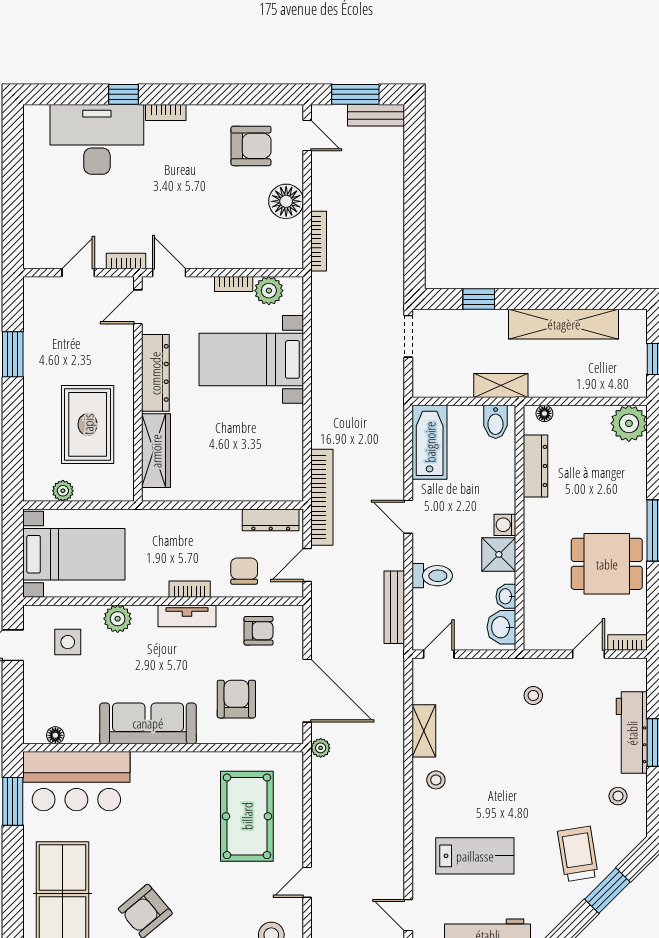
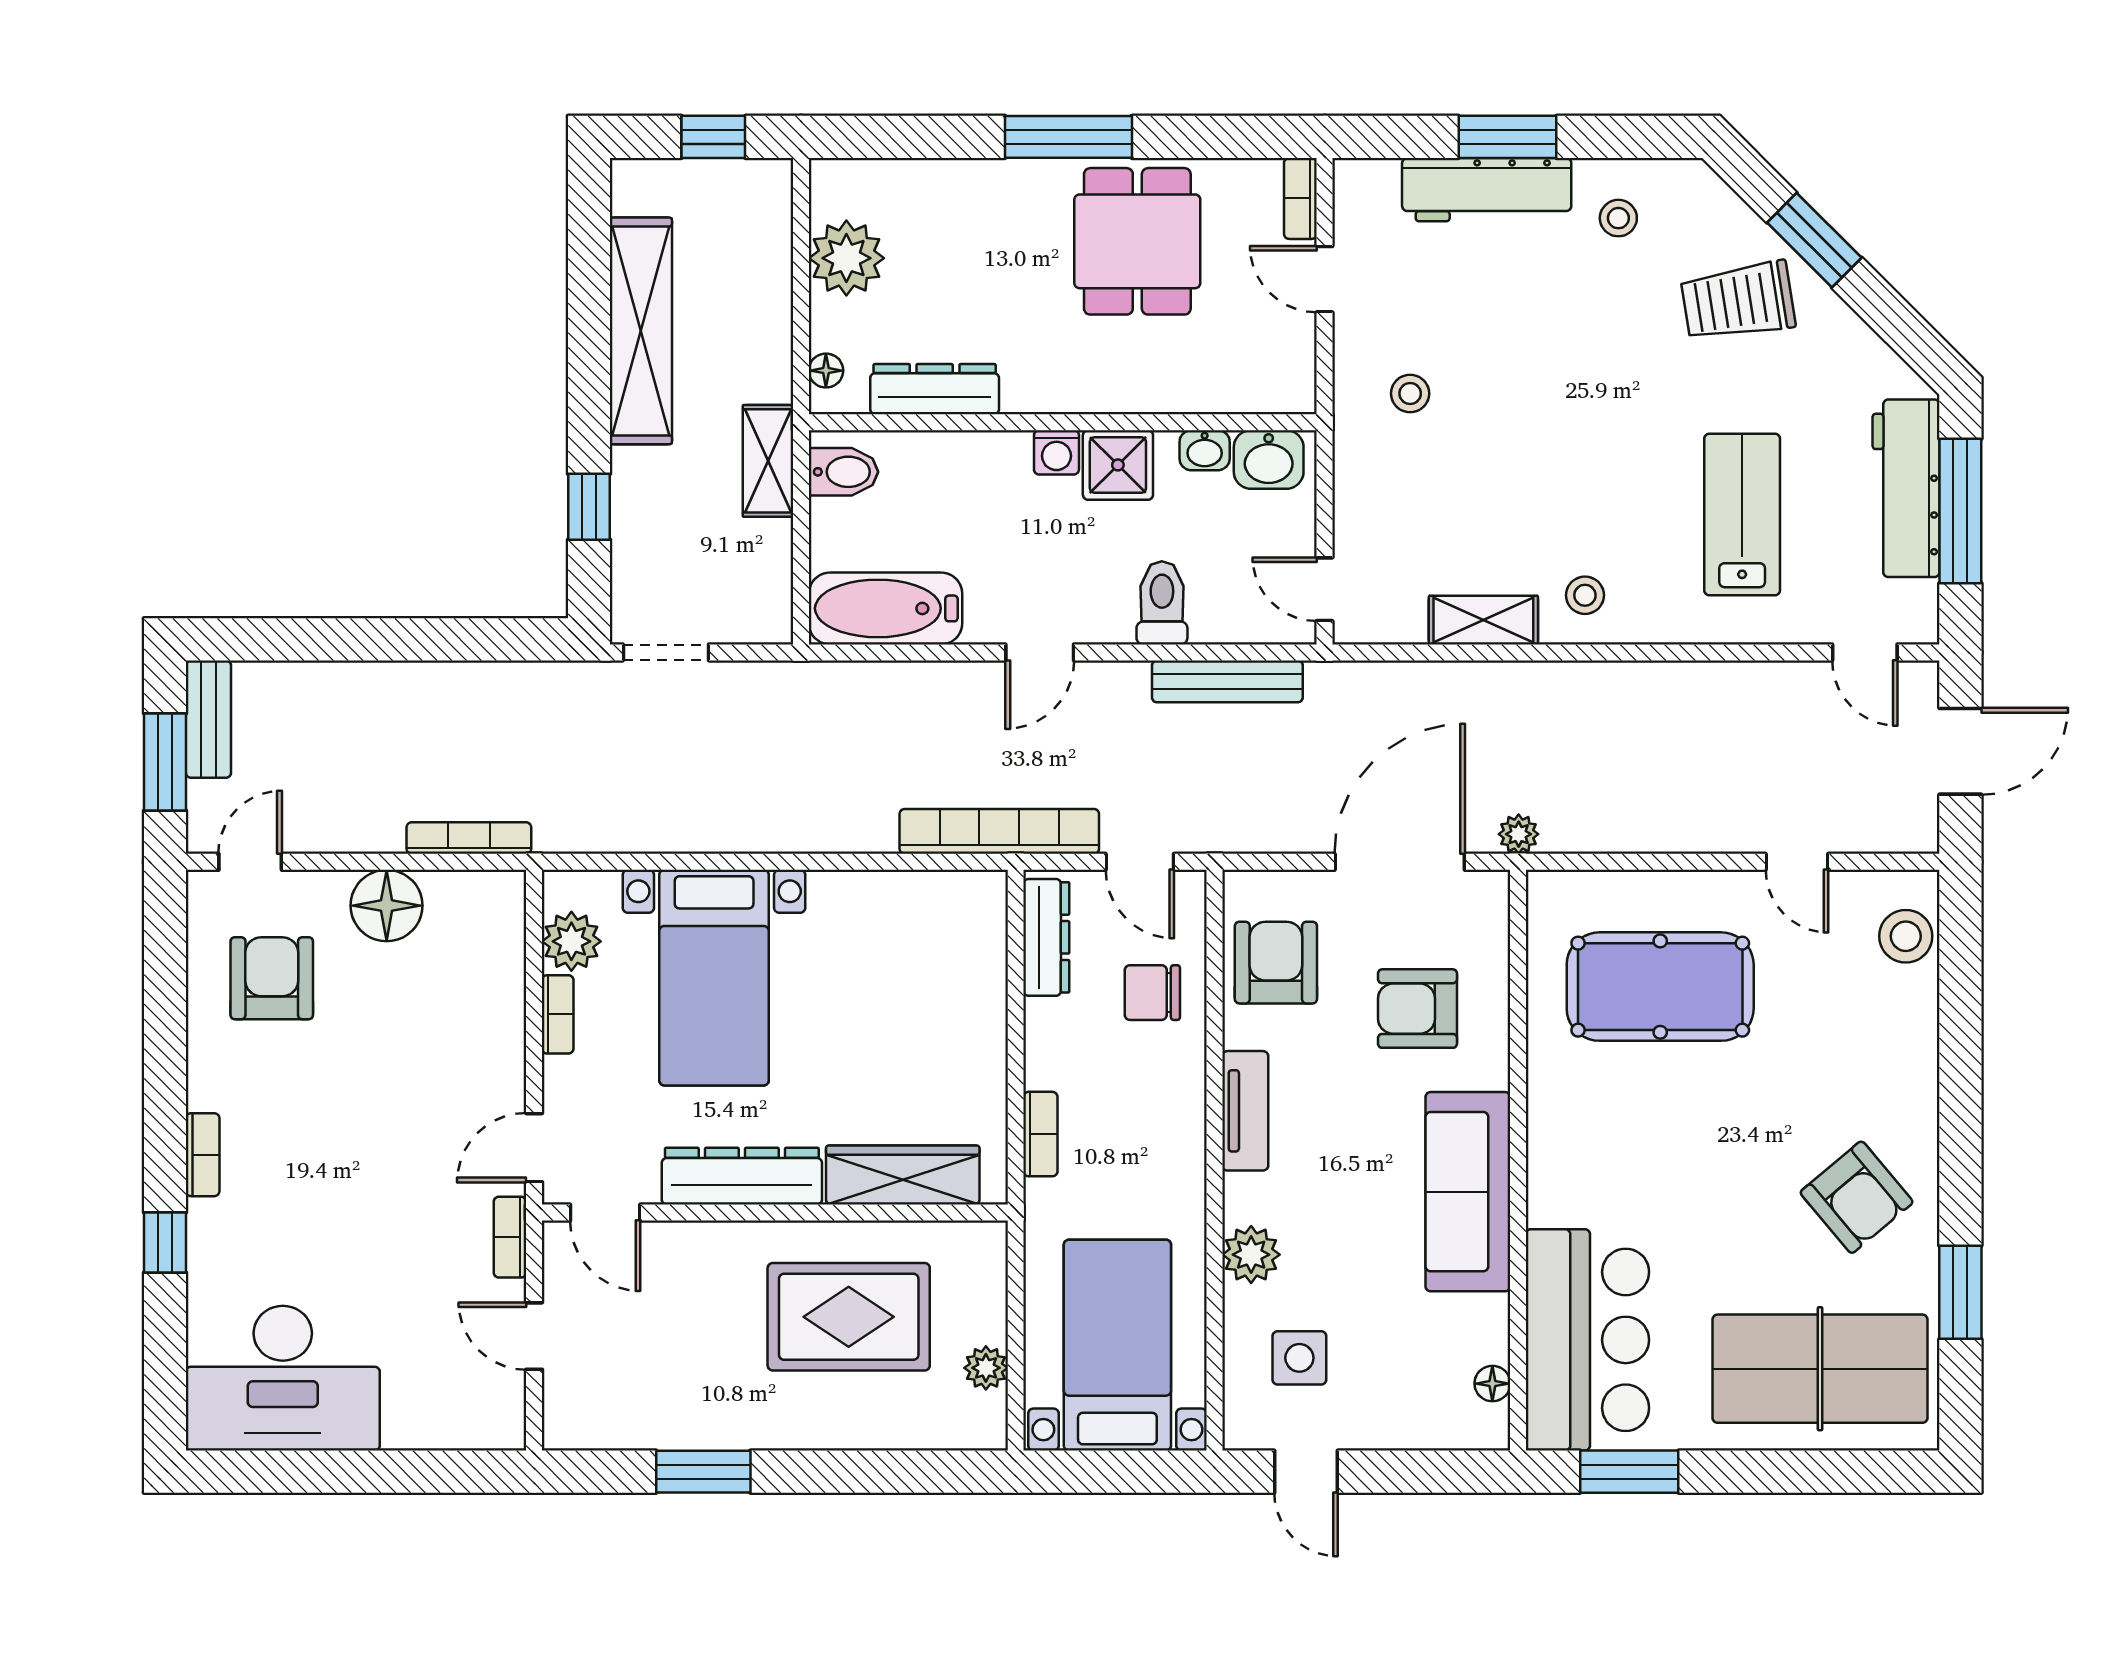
desk: (97, 139) -> (283, 1378), moved, turned -90
plant: (629, 423) -> (846, 258), moved
bookcase: (190, 589) -> (1040, 1134), moved, turned 180
armchair: (259, 631) -> (1276, 963), width x1.38, depth x1.38
door: (408, 915) -> (1865, 652), hinge flipped

